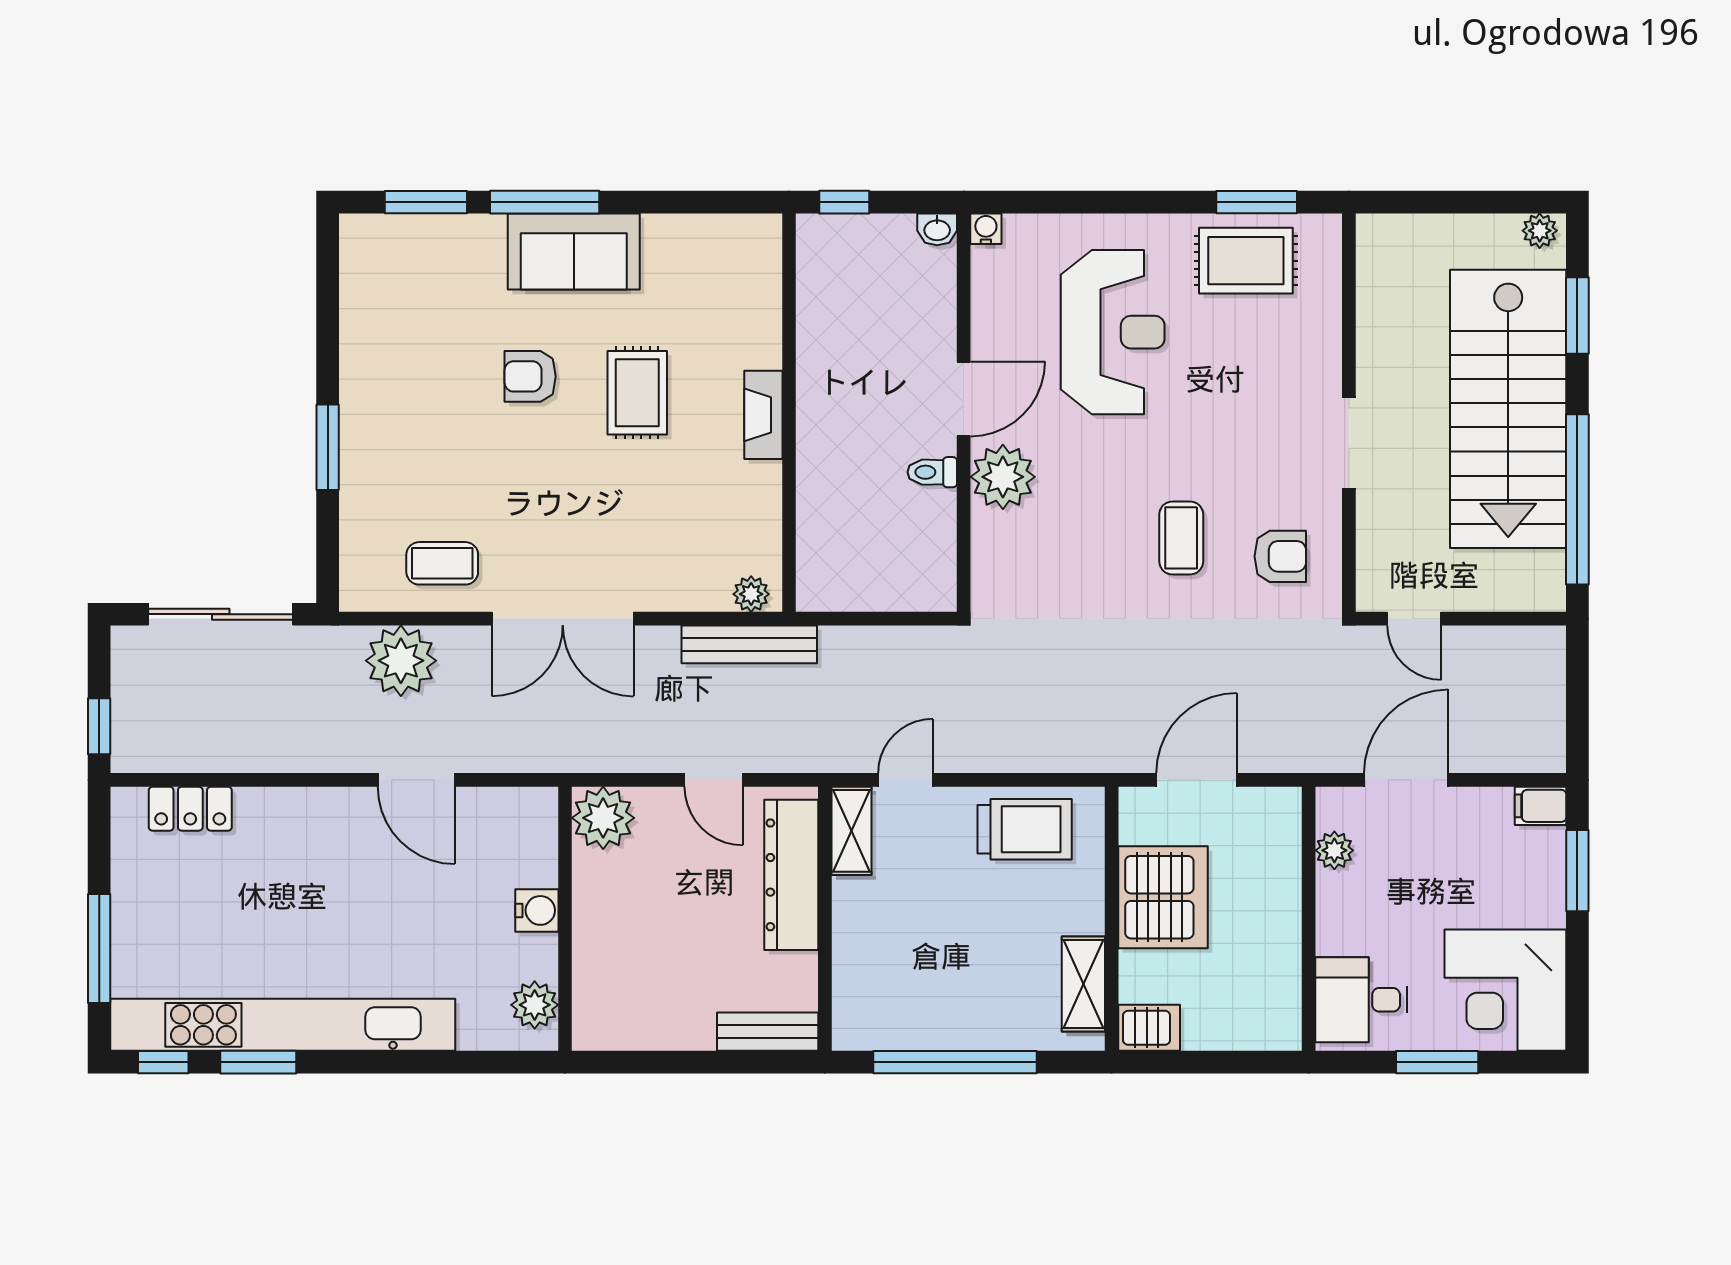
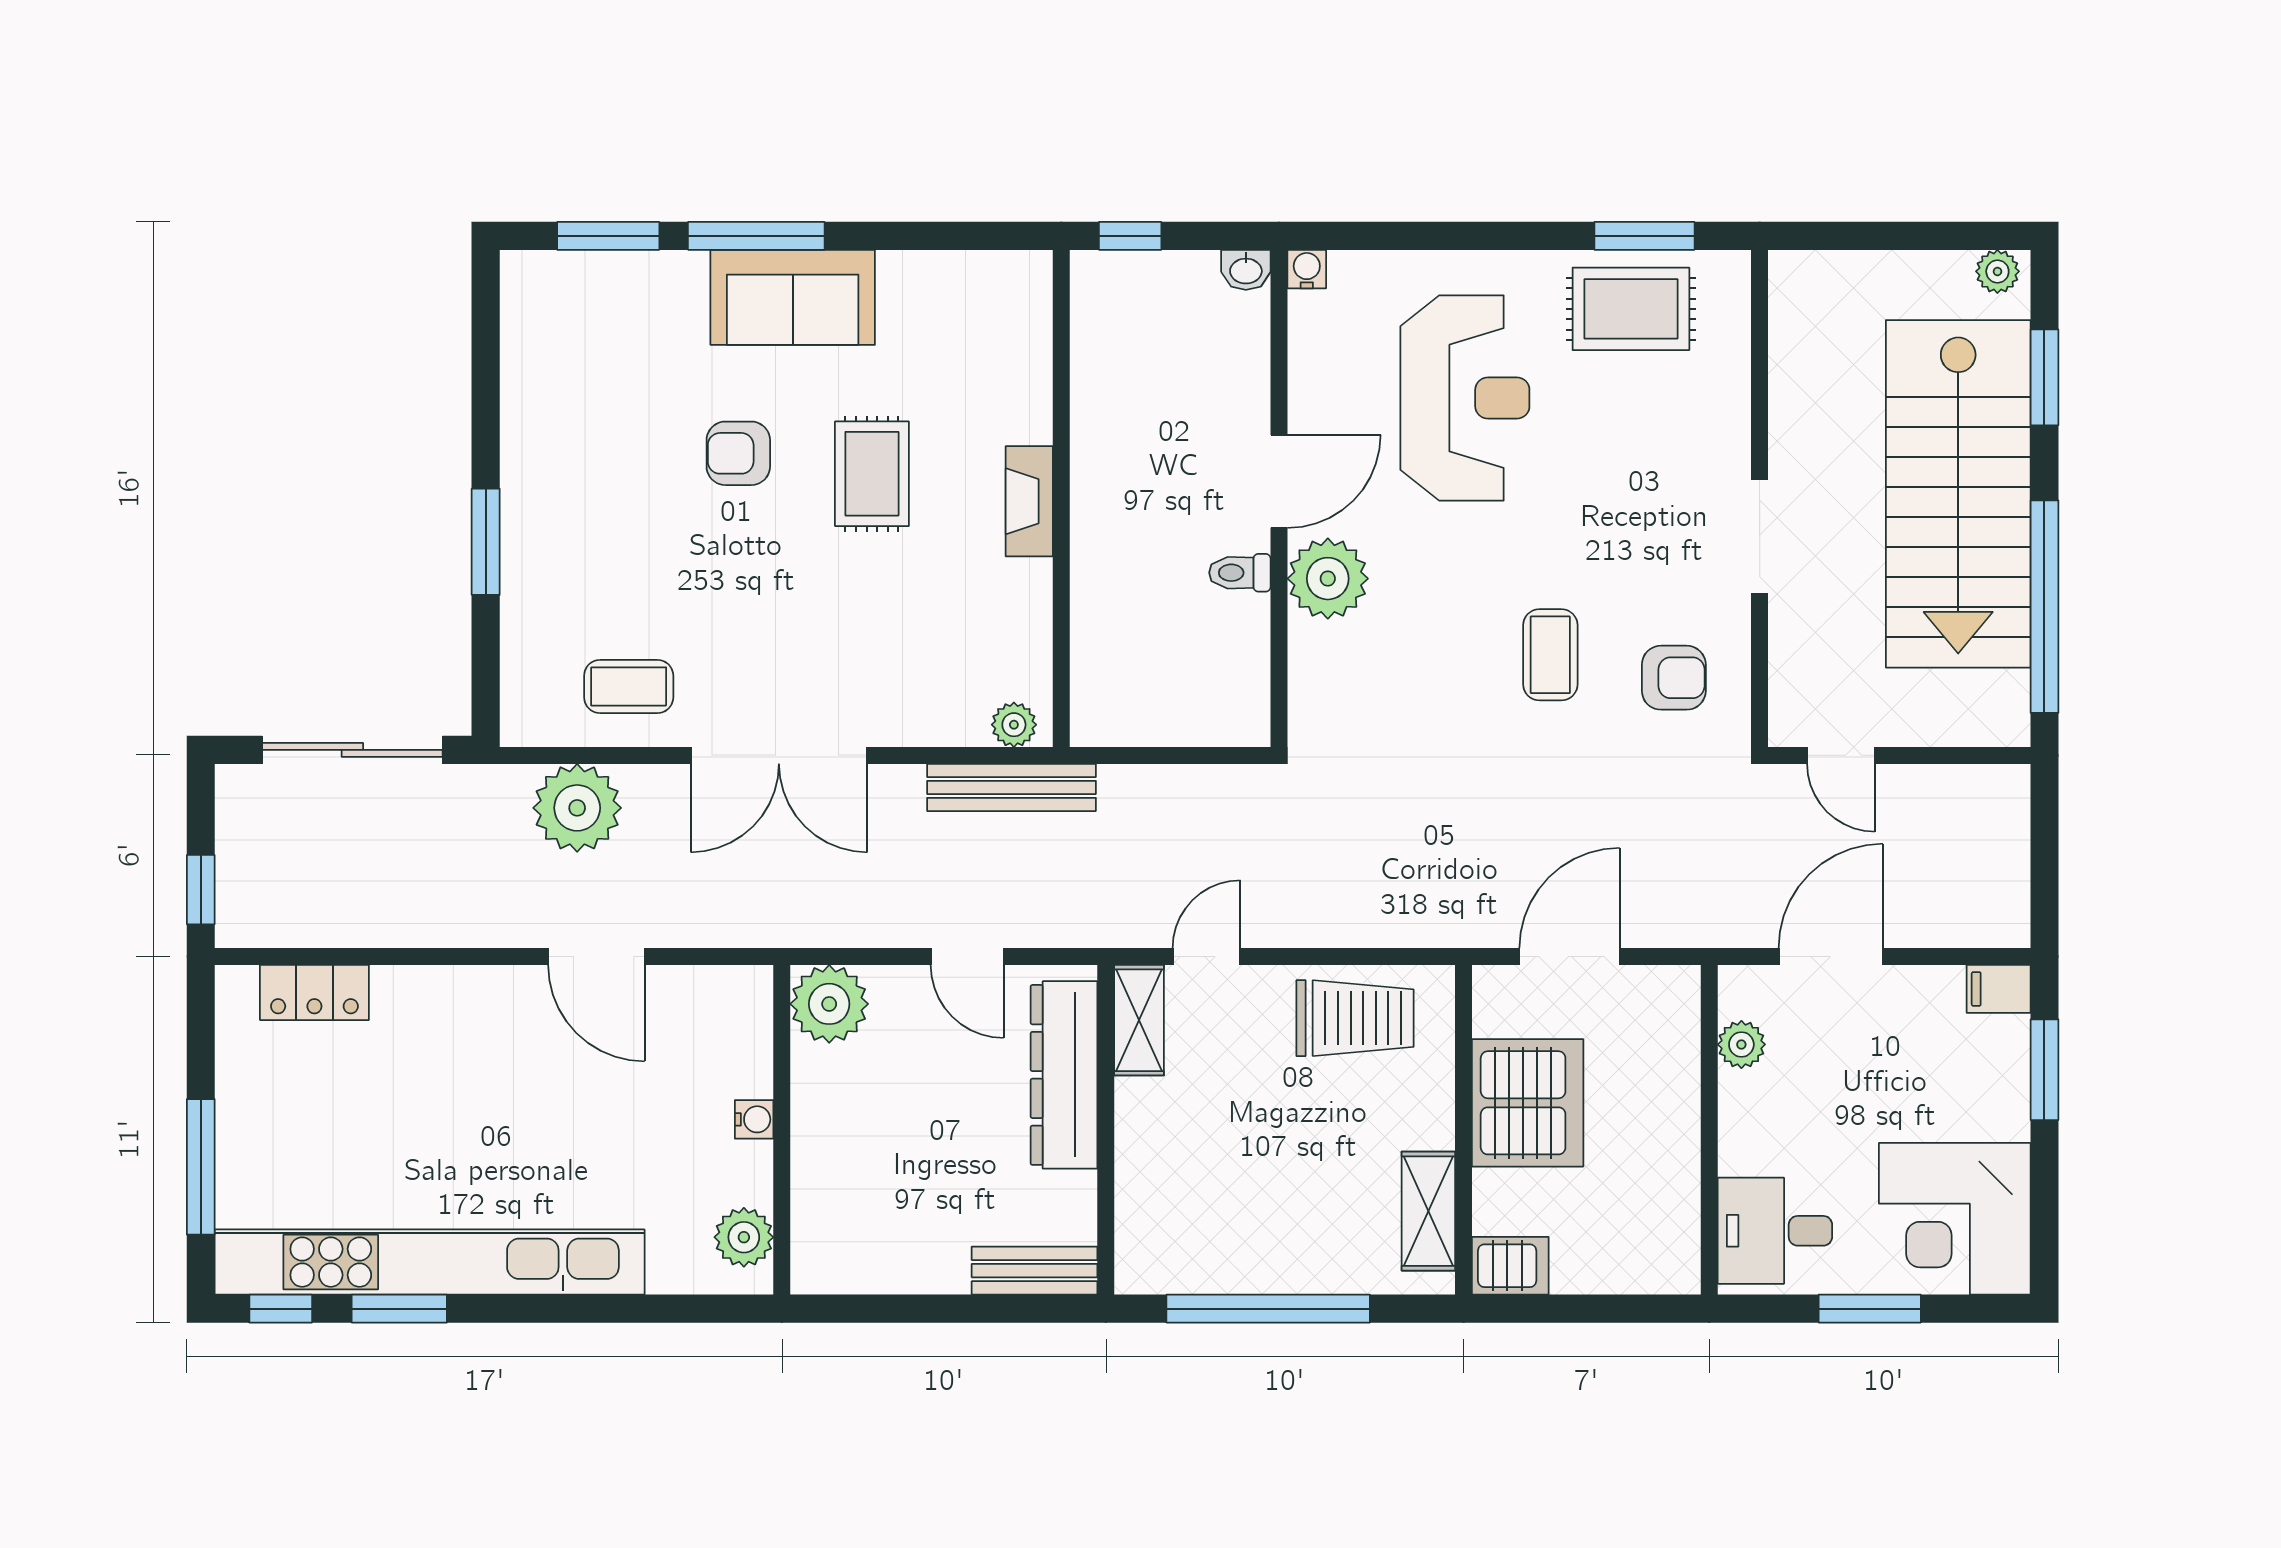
water cooler: (537, 910) -> (754, 1119), width x0.72, depth x0.72

